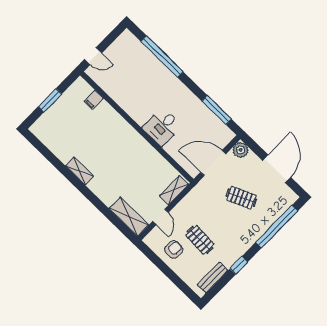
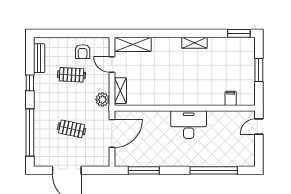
desk: (162, 127) -> (189, 125), moved, width x1.37
window: (38, 144) -> (239, 33), added
plant: (241, 150) -> (102, 100), moved
clothes rail: (241, 198) -> (72, 129), turned 36

